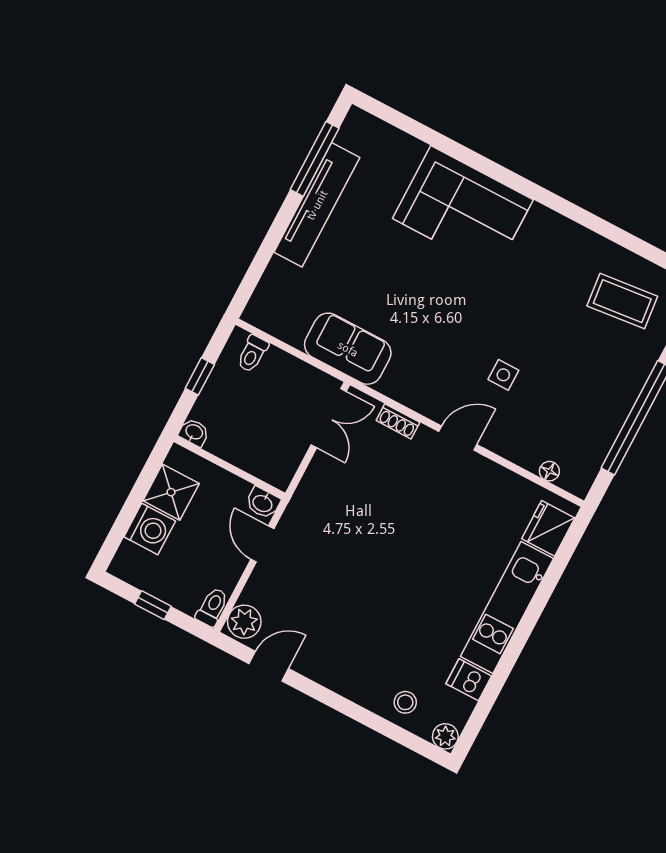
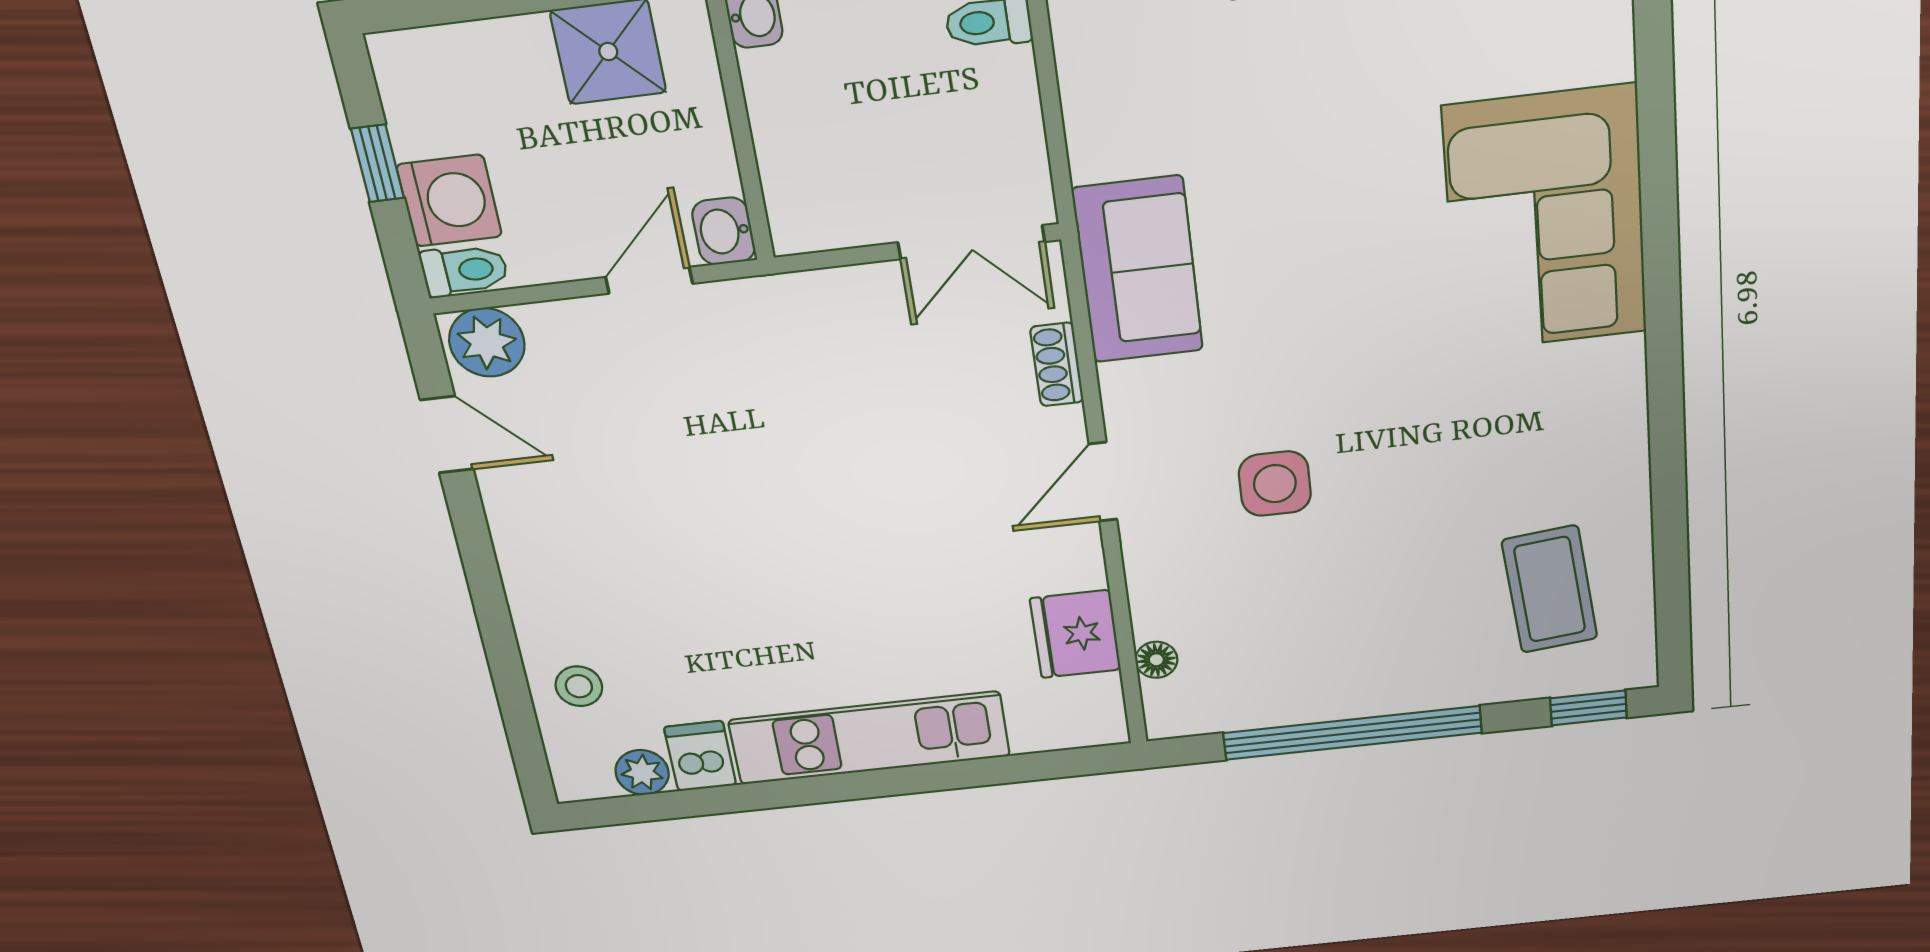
sofa: (348, 349) -> (1138, 270), moved
side table: (503, 375) -> (1275, 484), width x1.37, depth x1.37
door: (458, 438) -> (1103, 482), swing flipped
fridge: (548, 528) -> (1076, 634), moved, turned -90
washing machine: (150, 529) -> (449, 201), moved, turned -90
plant: (445, 736) -> (642, 772), moved

